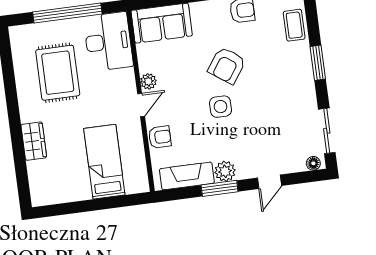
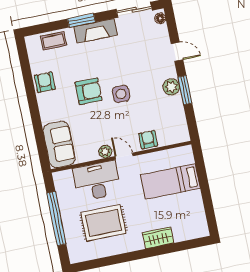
desk: (108, 42) -> (97, 181), moved
armchair: (227, 65) -> (89, 91), turned -35
fireplace: (187, 176) -> (96, 31), moved, turned -90

